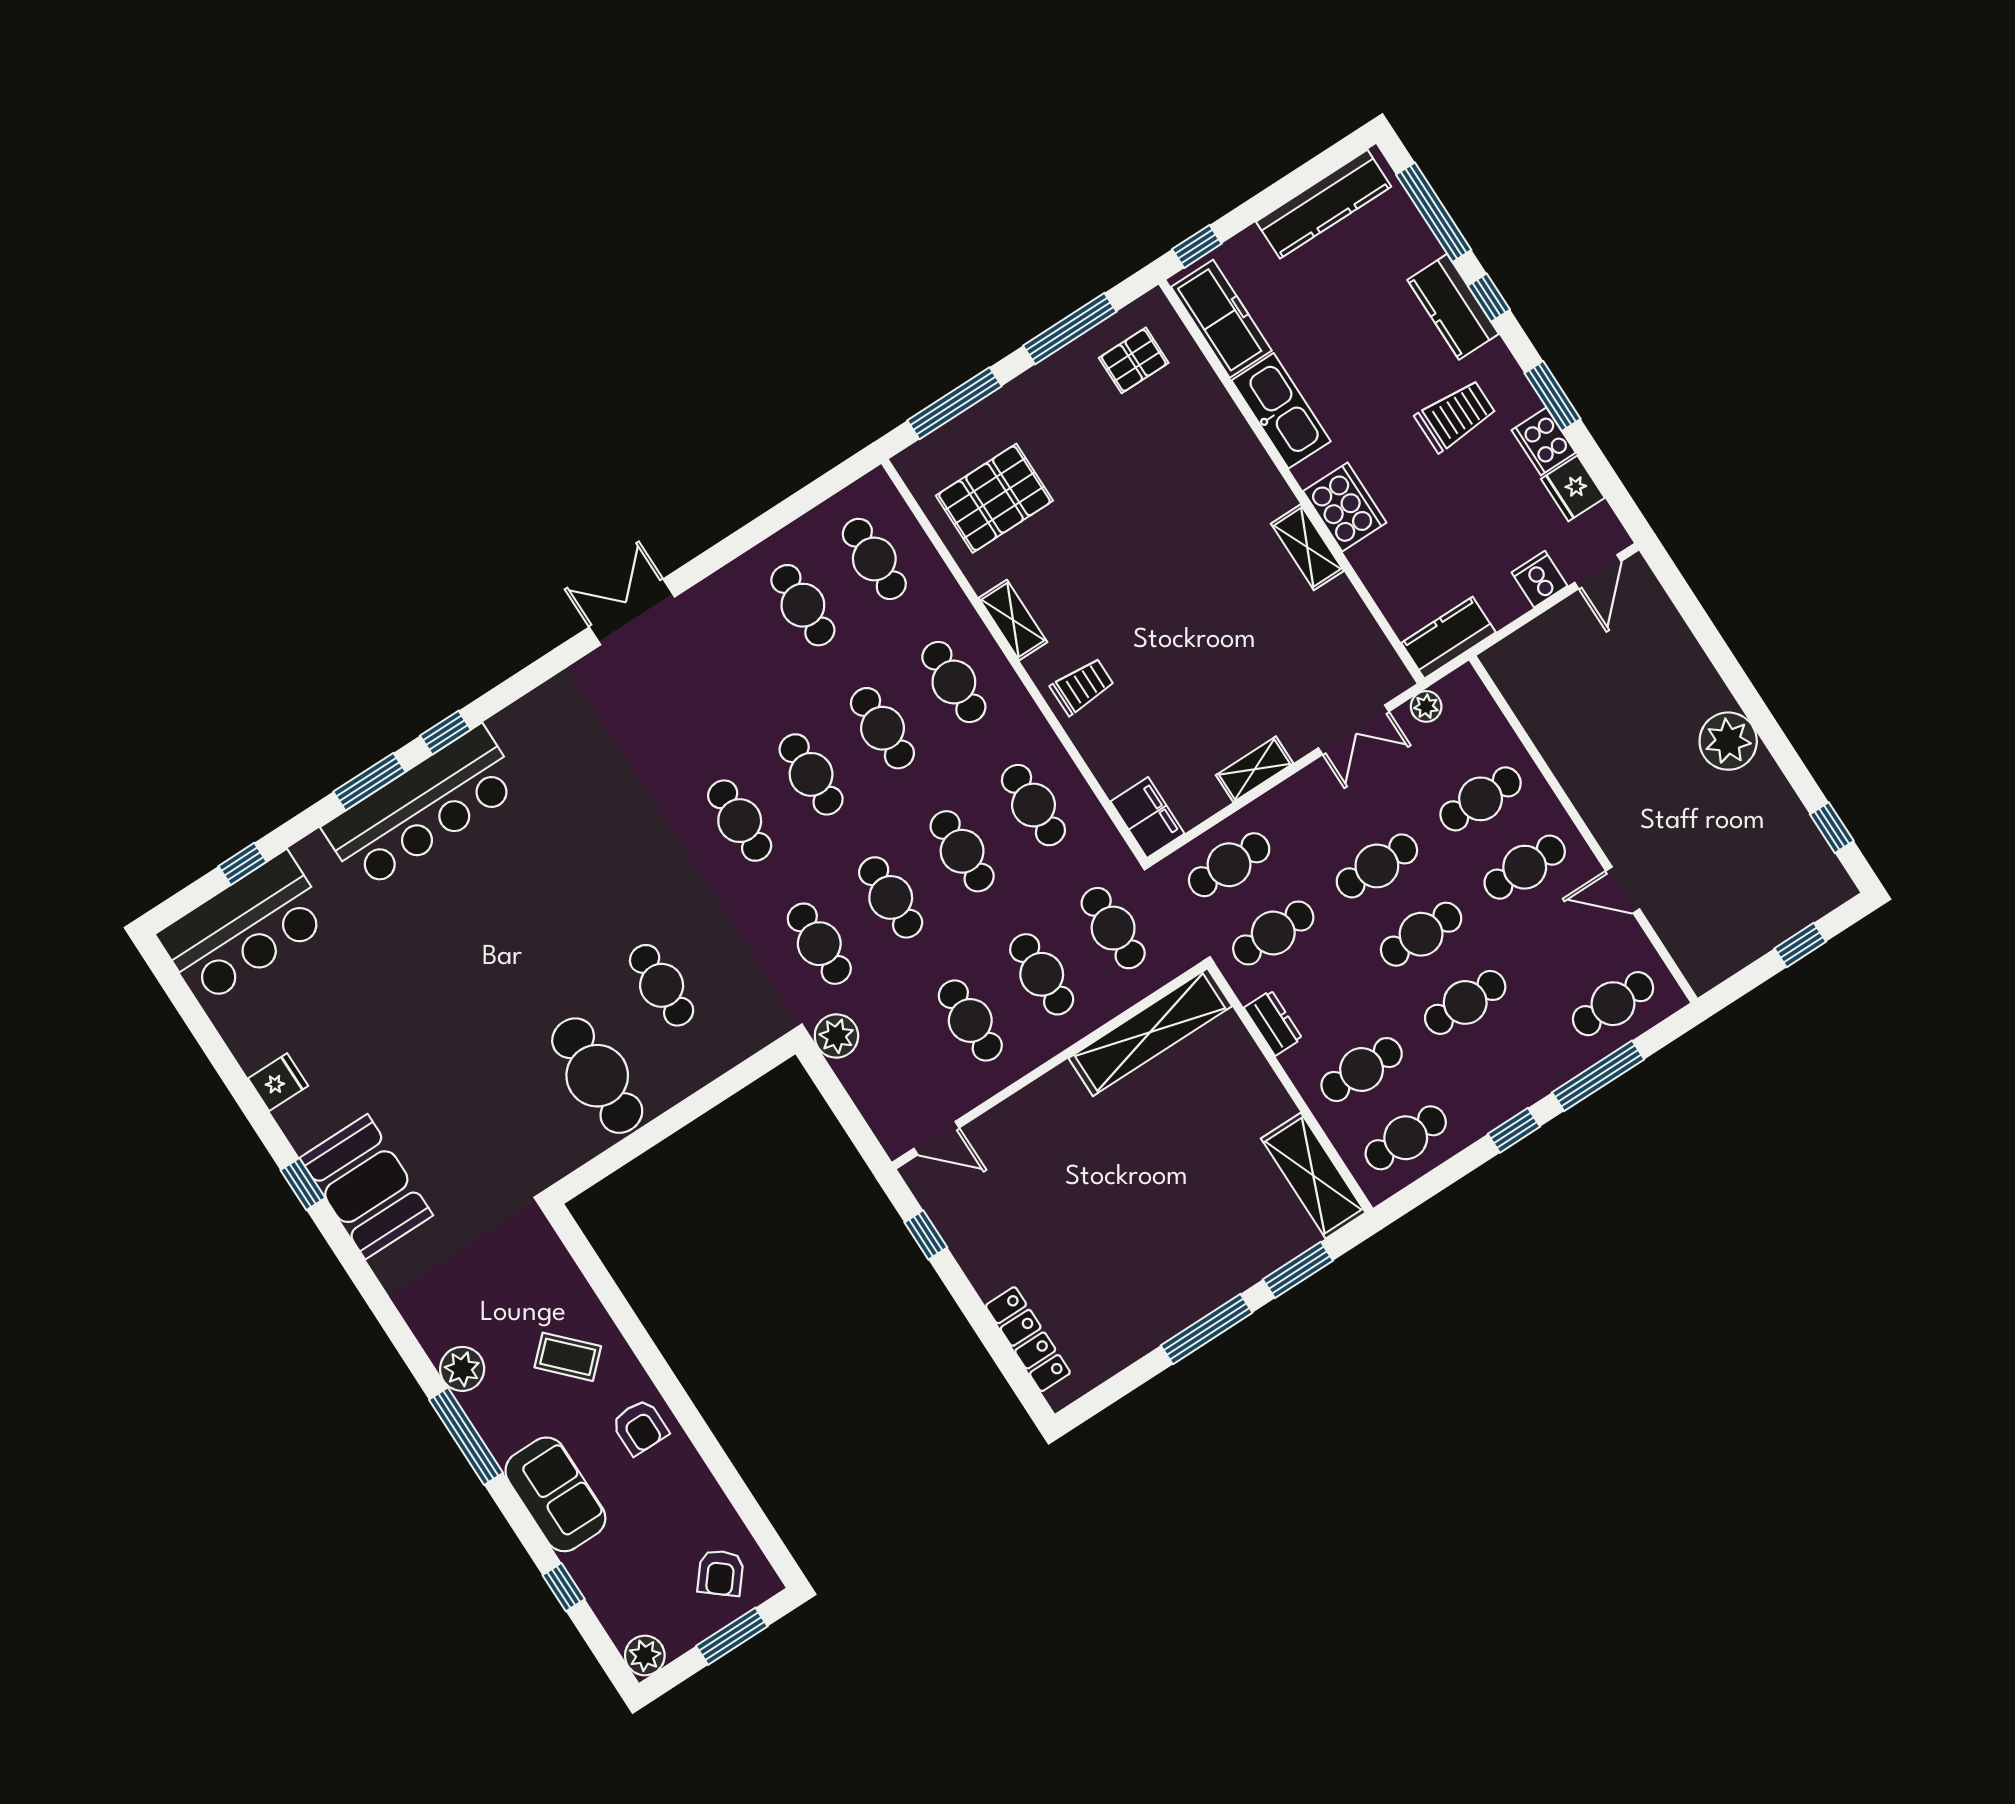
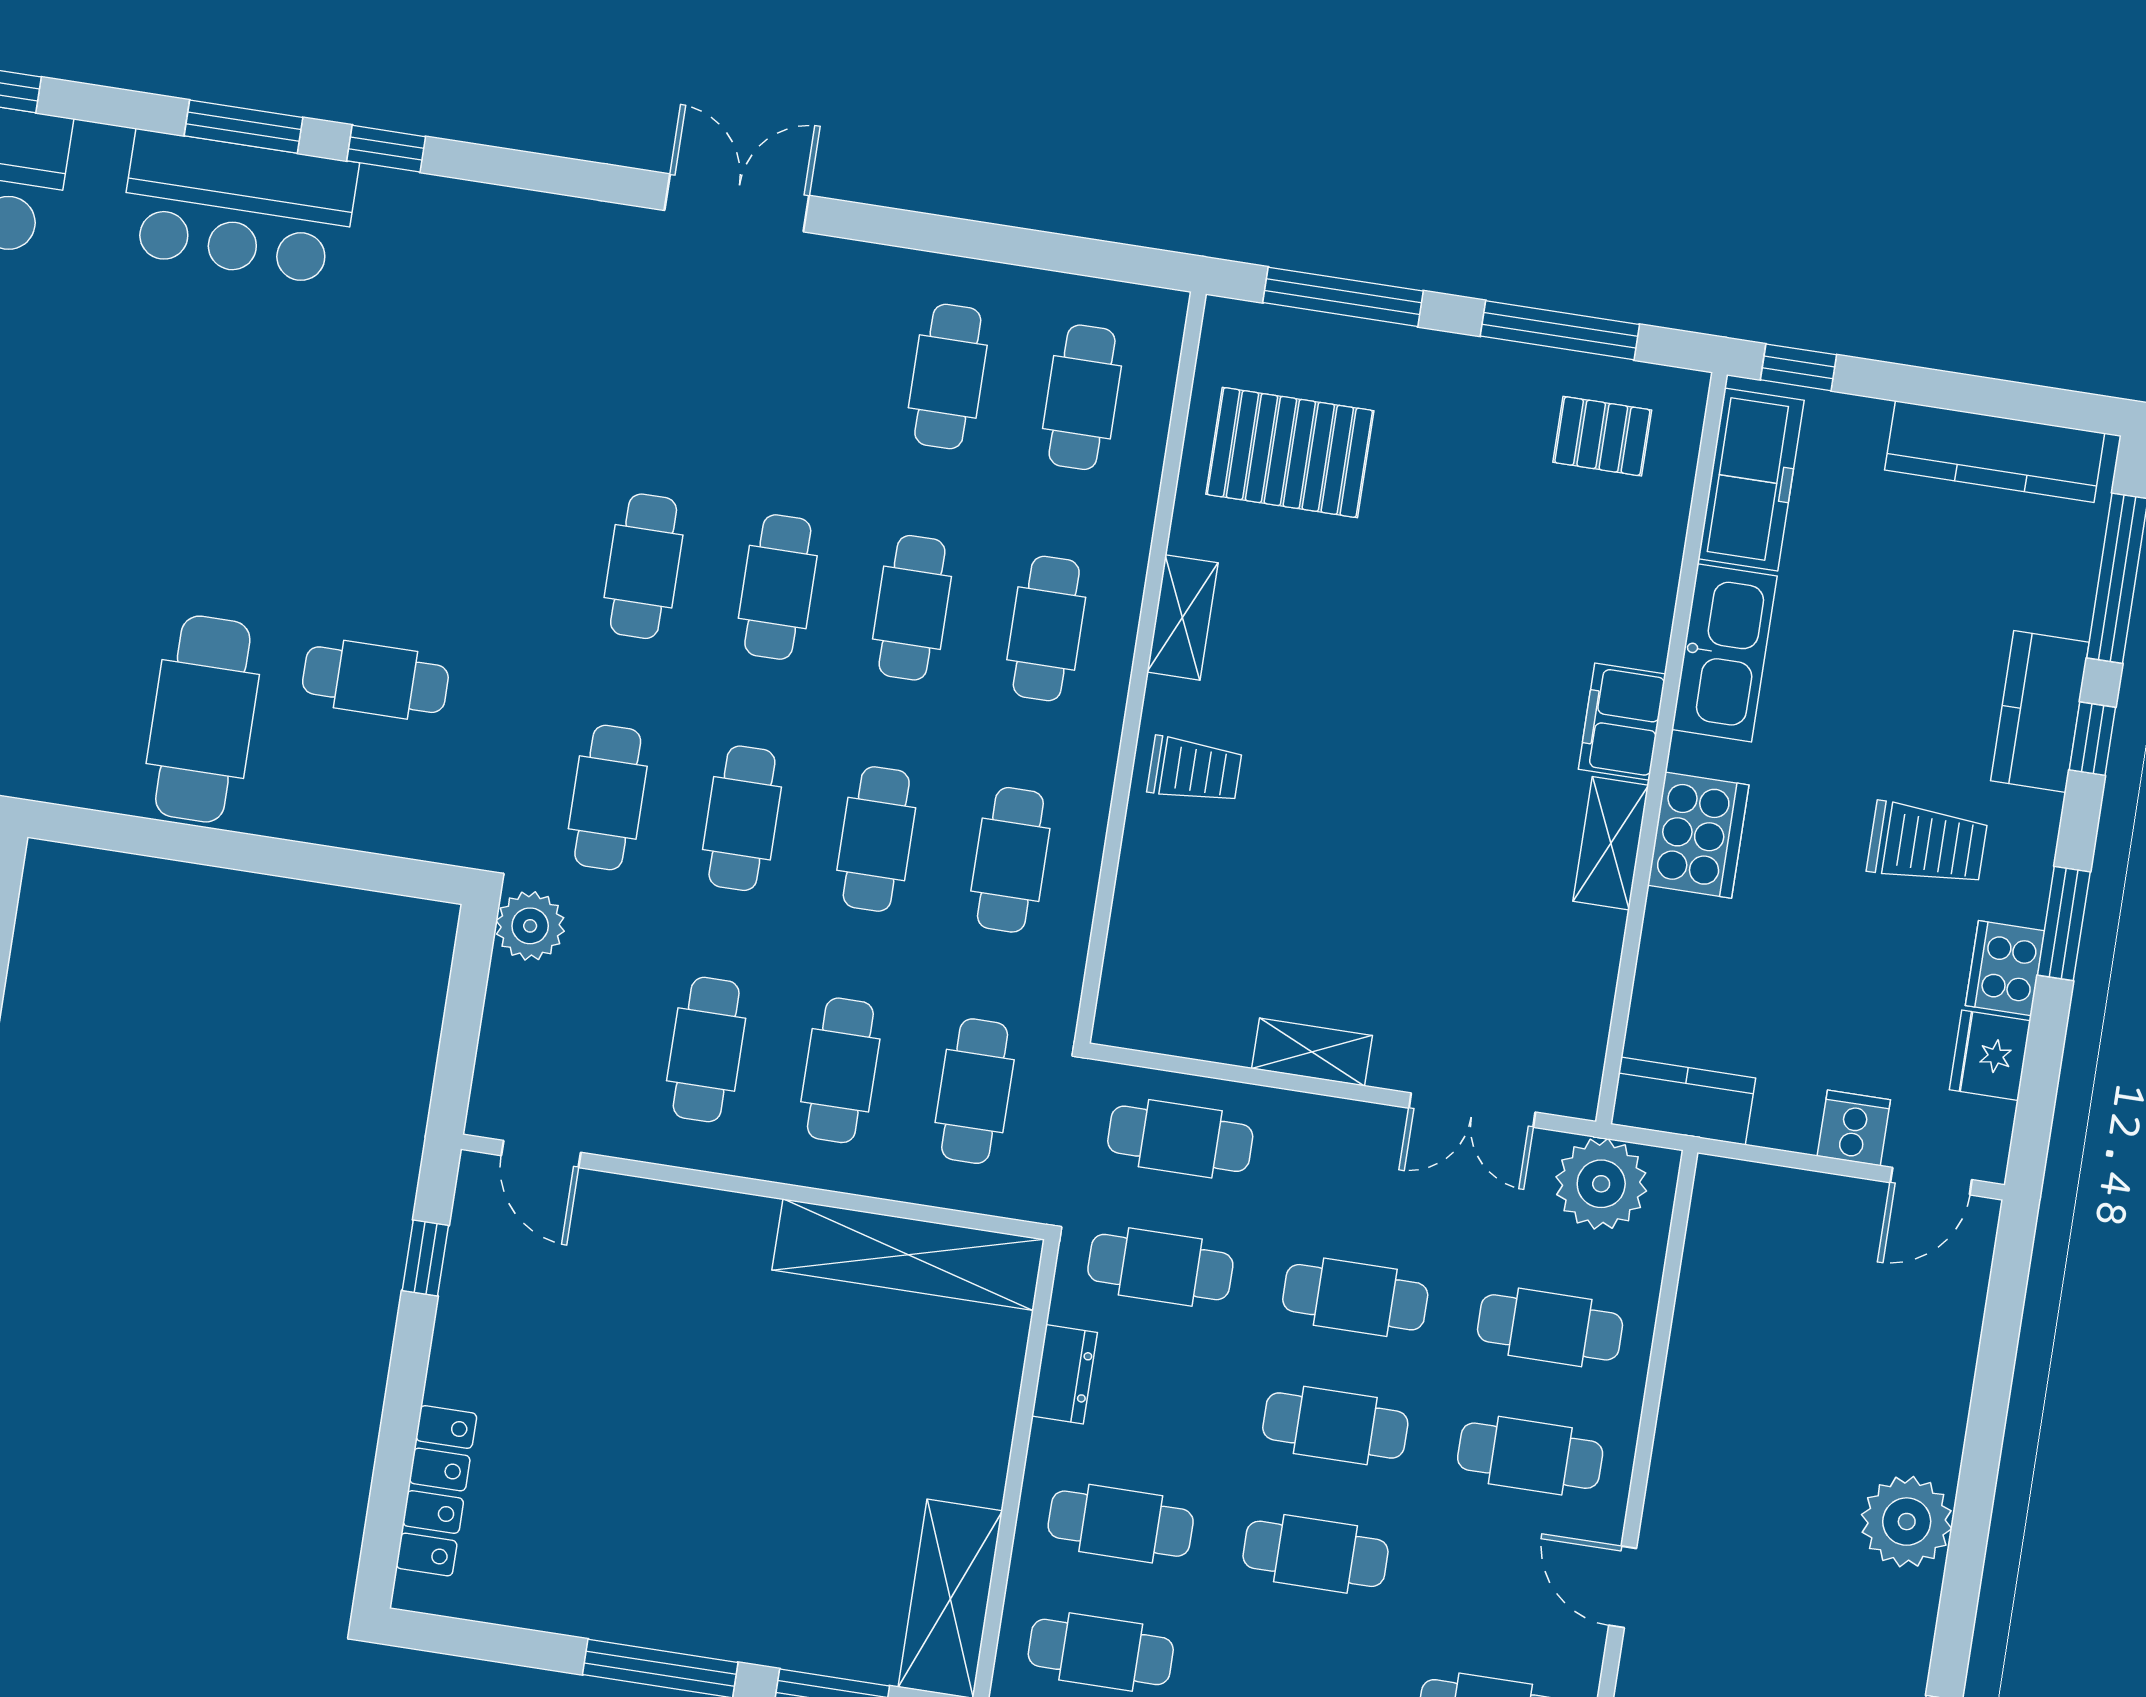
plant: (1426, 706) -> (1601, 1184), width x1.87, depth x1.87
bar counter: (422, 808) -> (238, 207), width x0.73
filing cabinet: (1148, 817) -> (1622, 722), moved, turned 180
cafe table: (662, 985) -> (375, 680), turned 90

